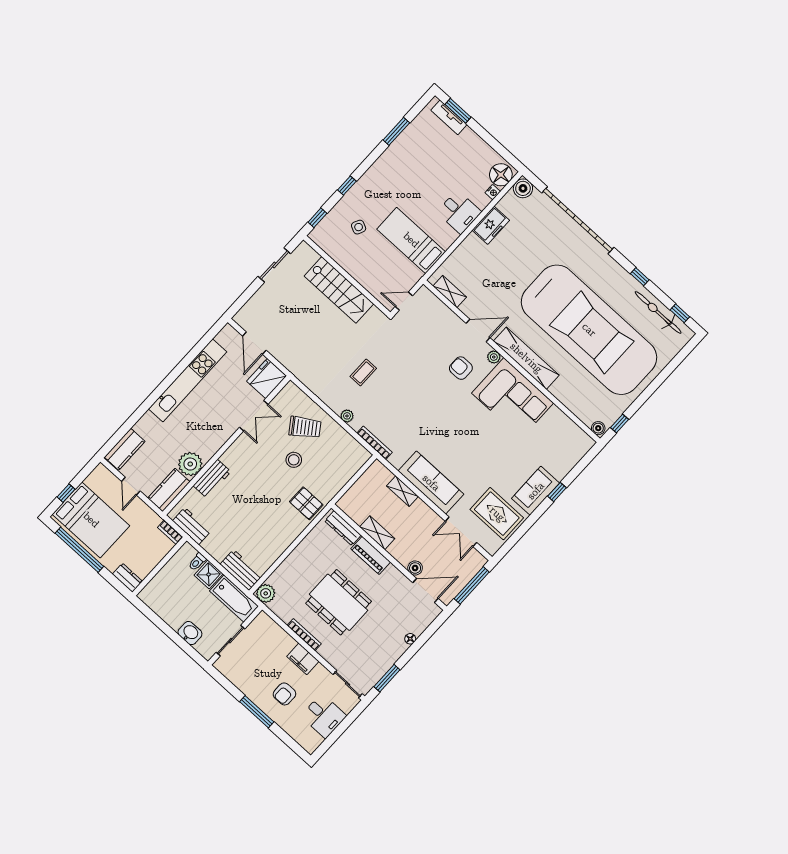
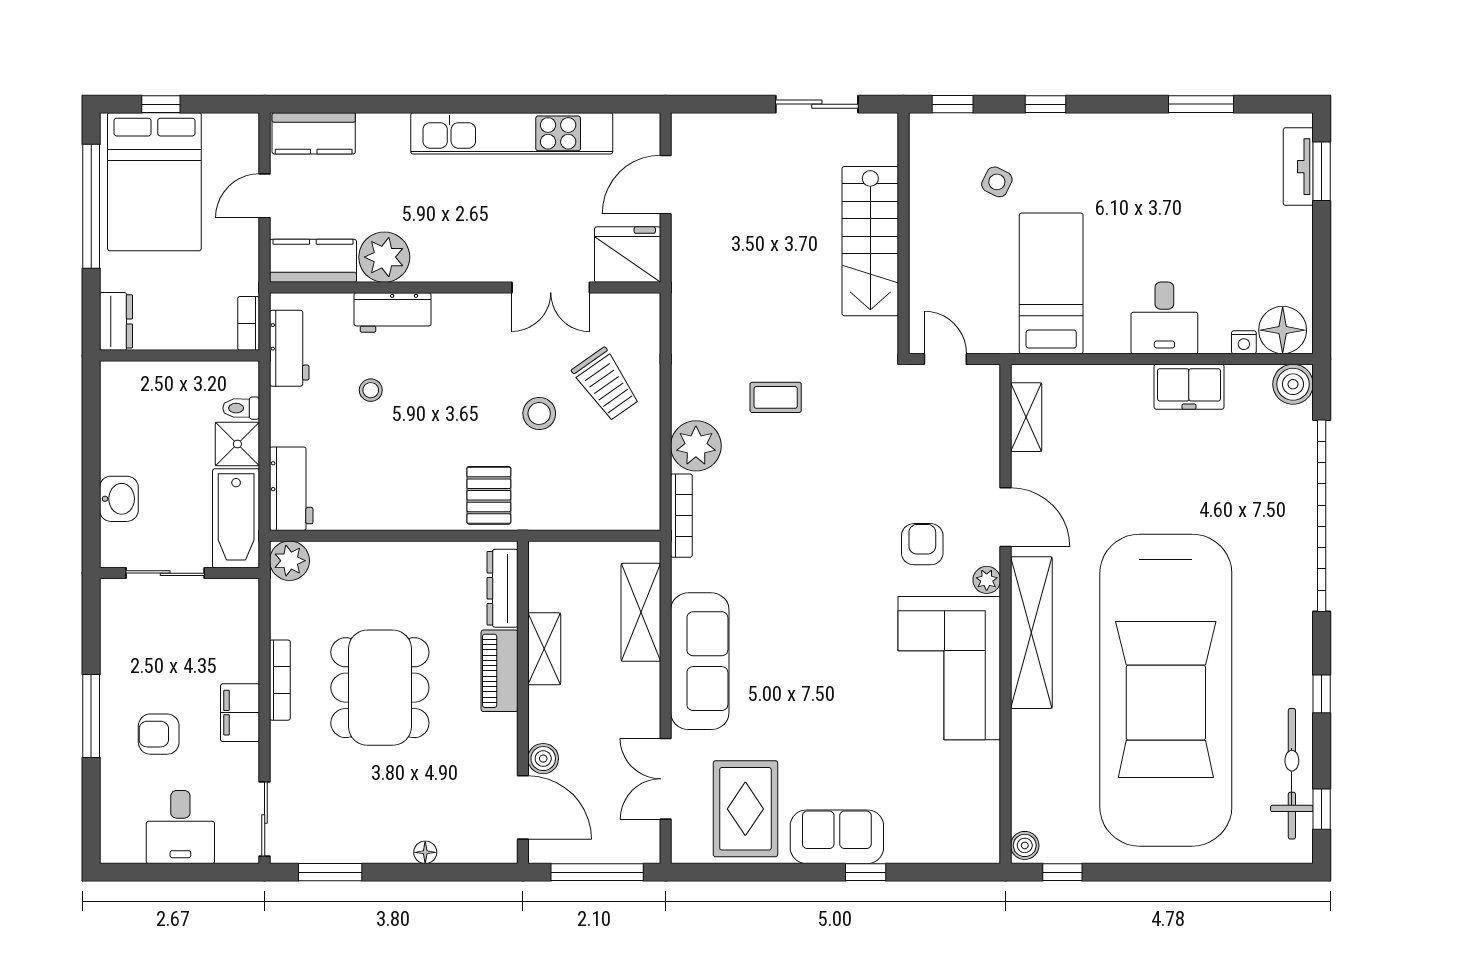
plant: (347, 416) -> (696, 446), width x1.87, depth x1.87
shelving: (402, 491) -> (641, 612), width x1.50, depth x1.33
stool: (232, 511) -> (371, 390), added

